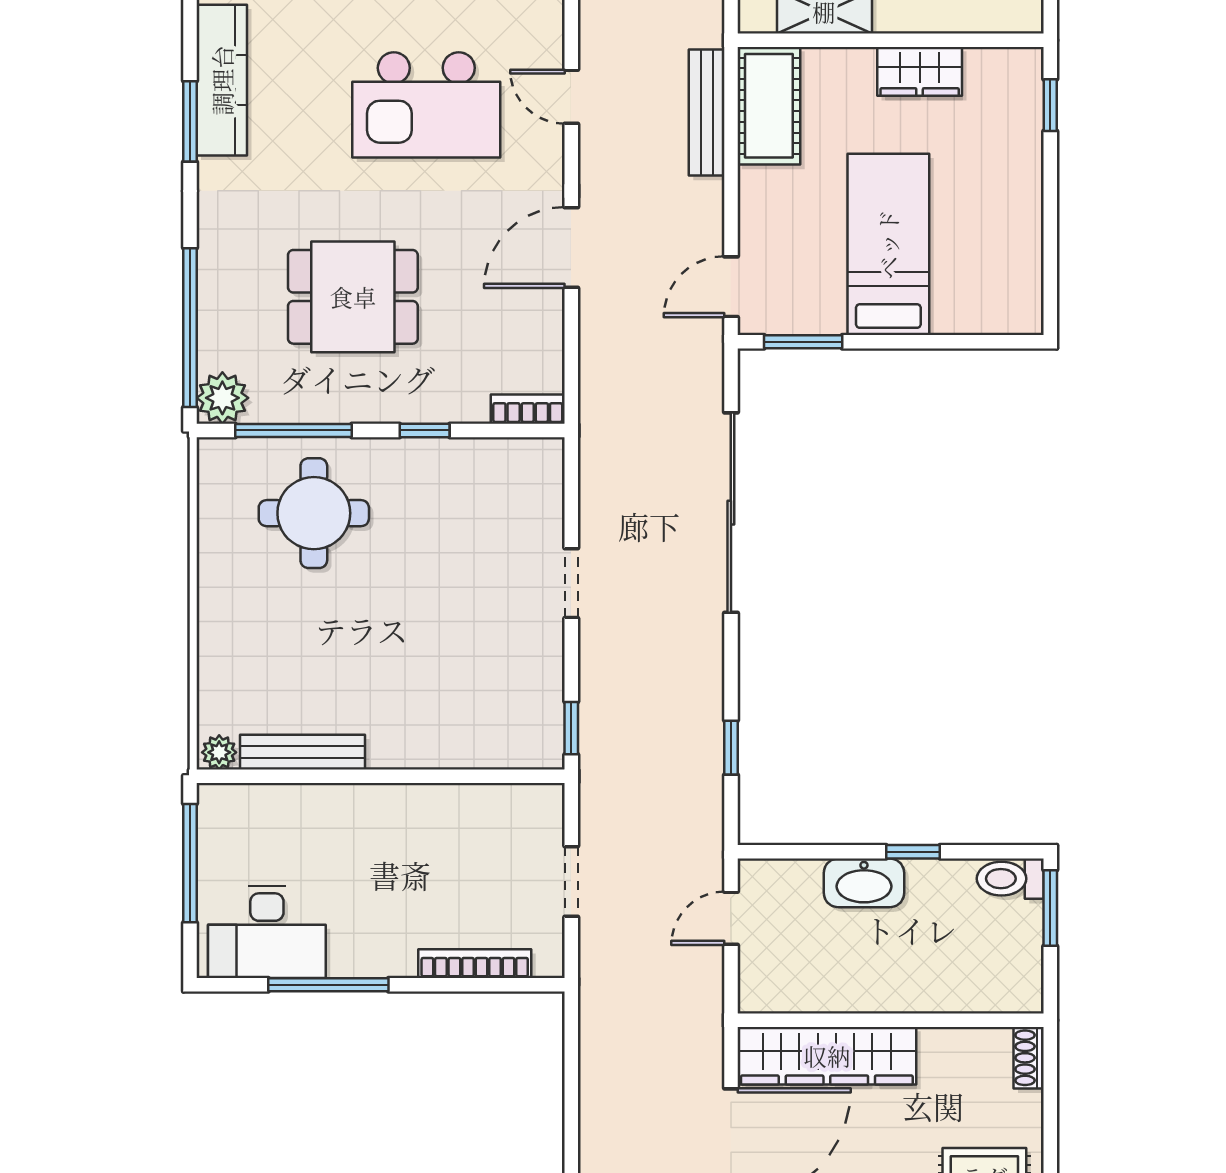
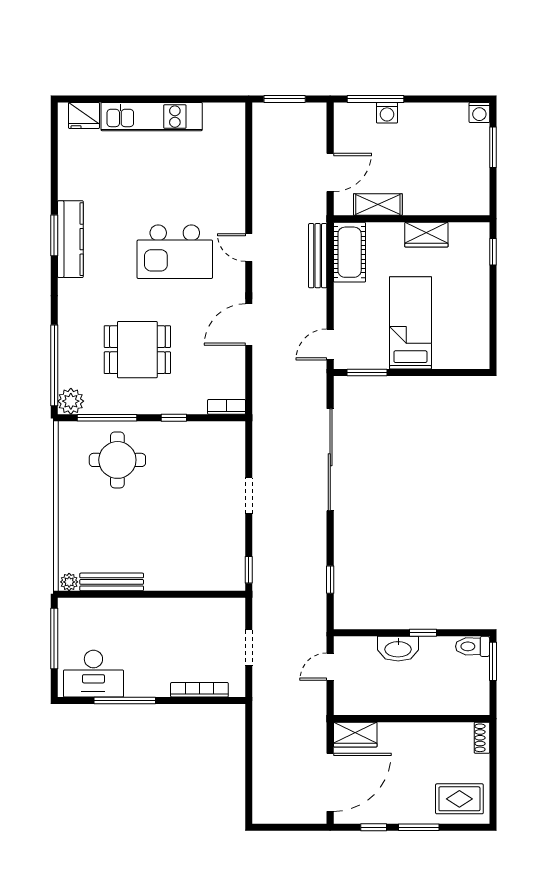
window: (190, 121) -> (54, 235), moved
wardrobe: (827, 1056) -> (355, 735), width x0.48, depth x0.85

